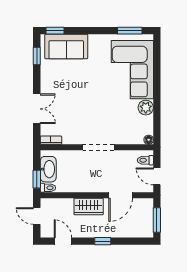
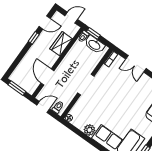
wardrobe: (89, 207) -> (61, 44), moved
window: (103, 241) -> (34, 38), moved

